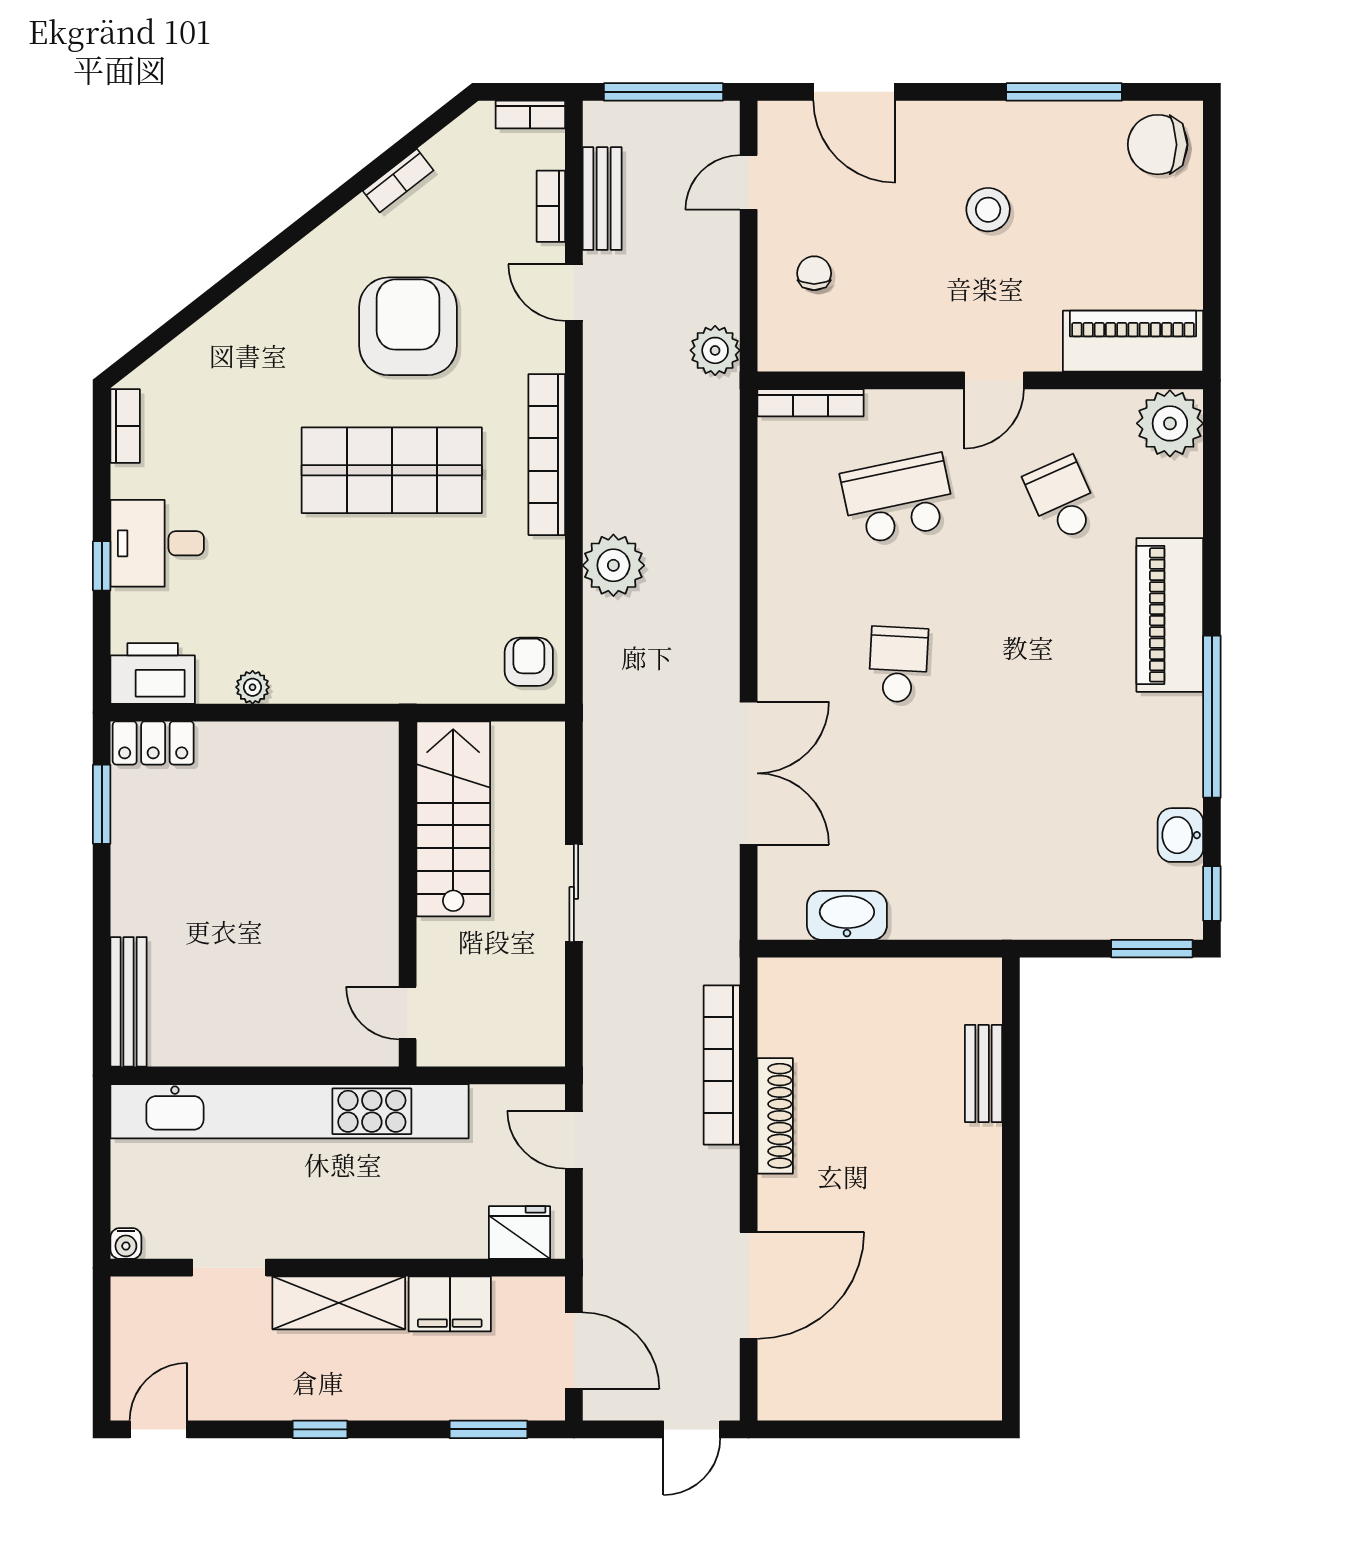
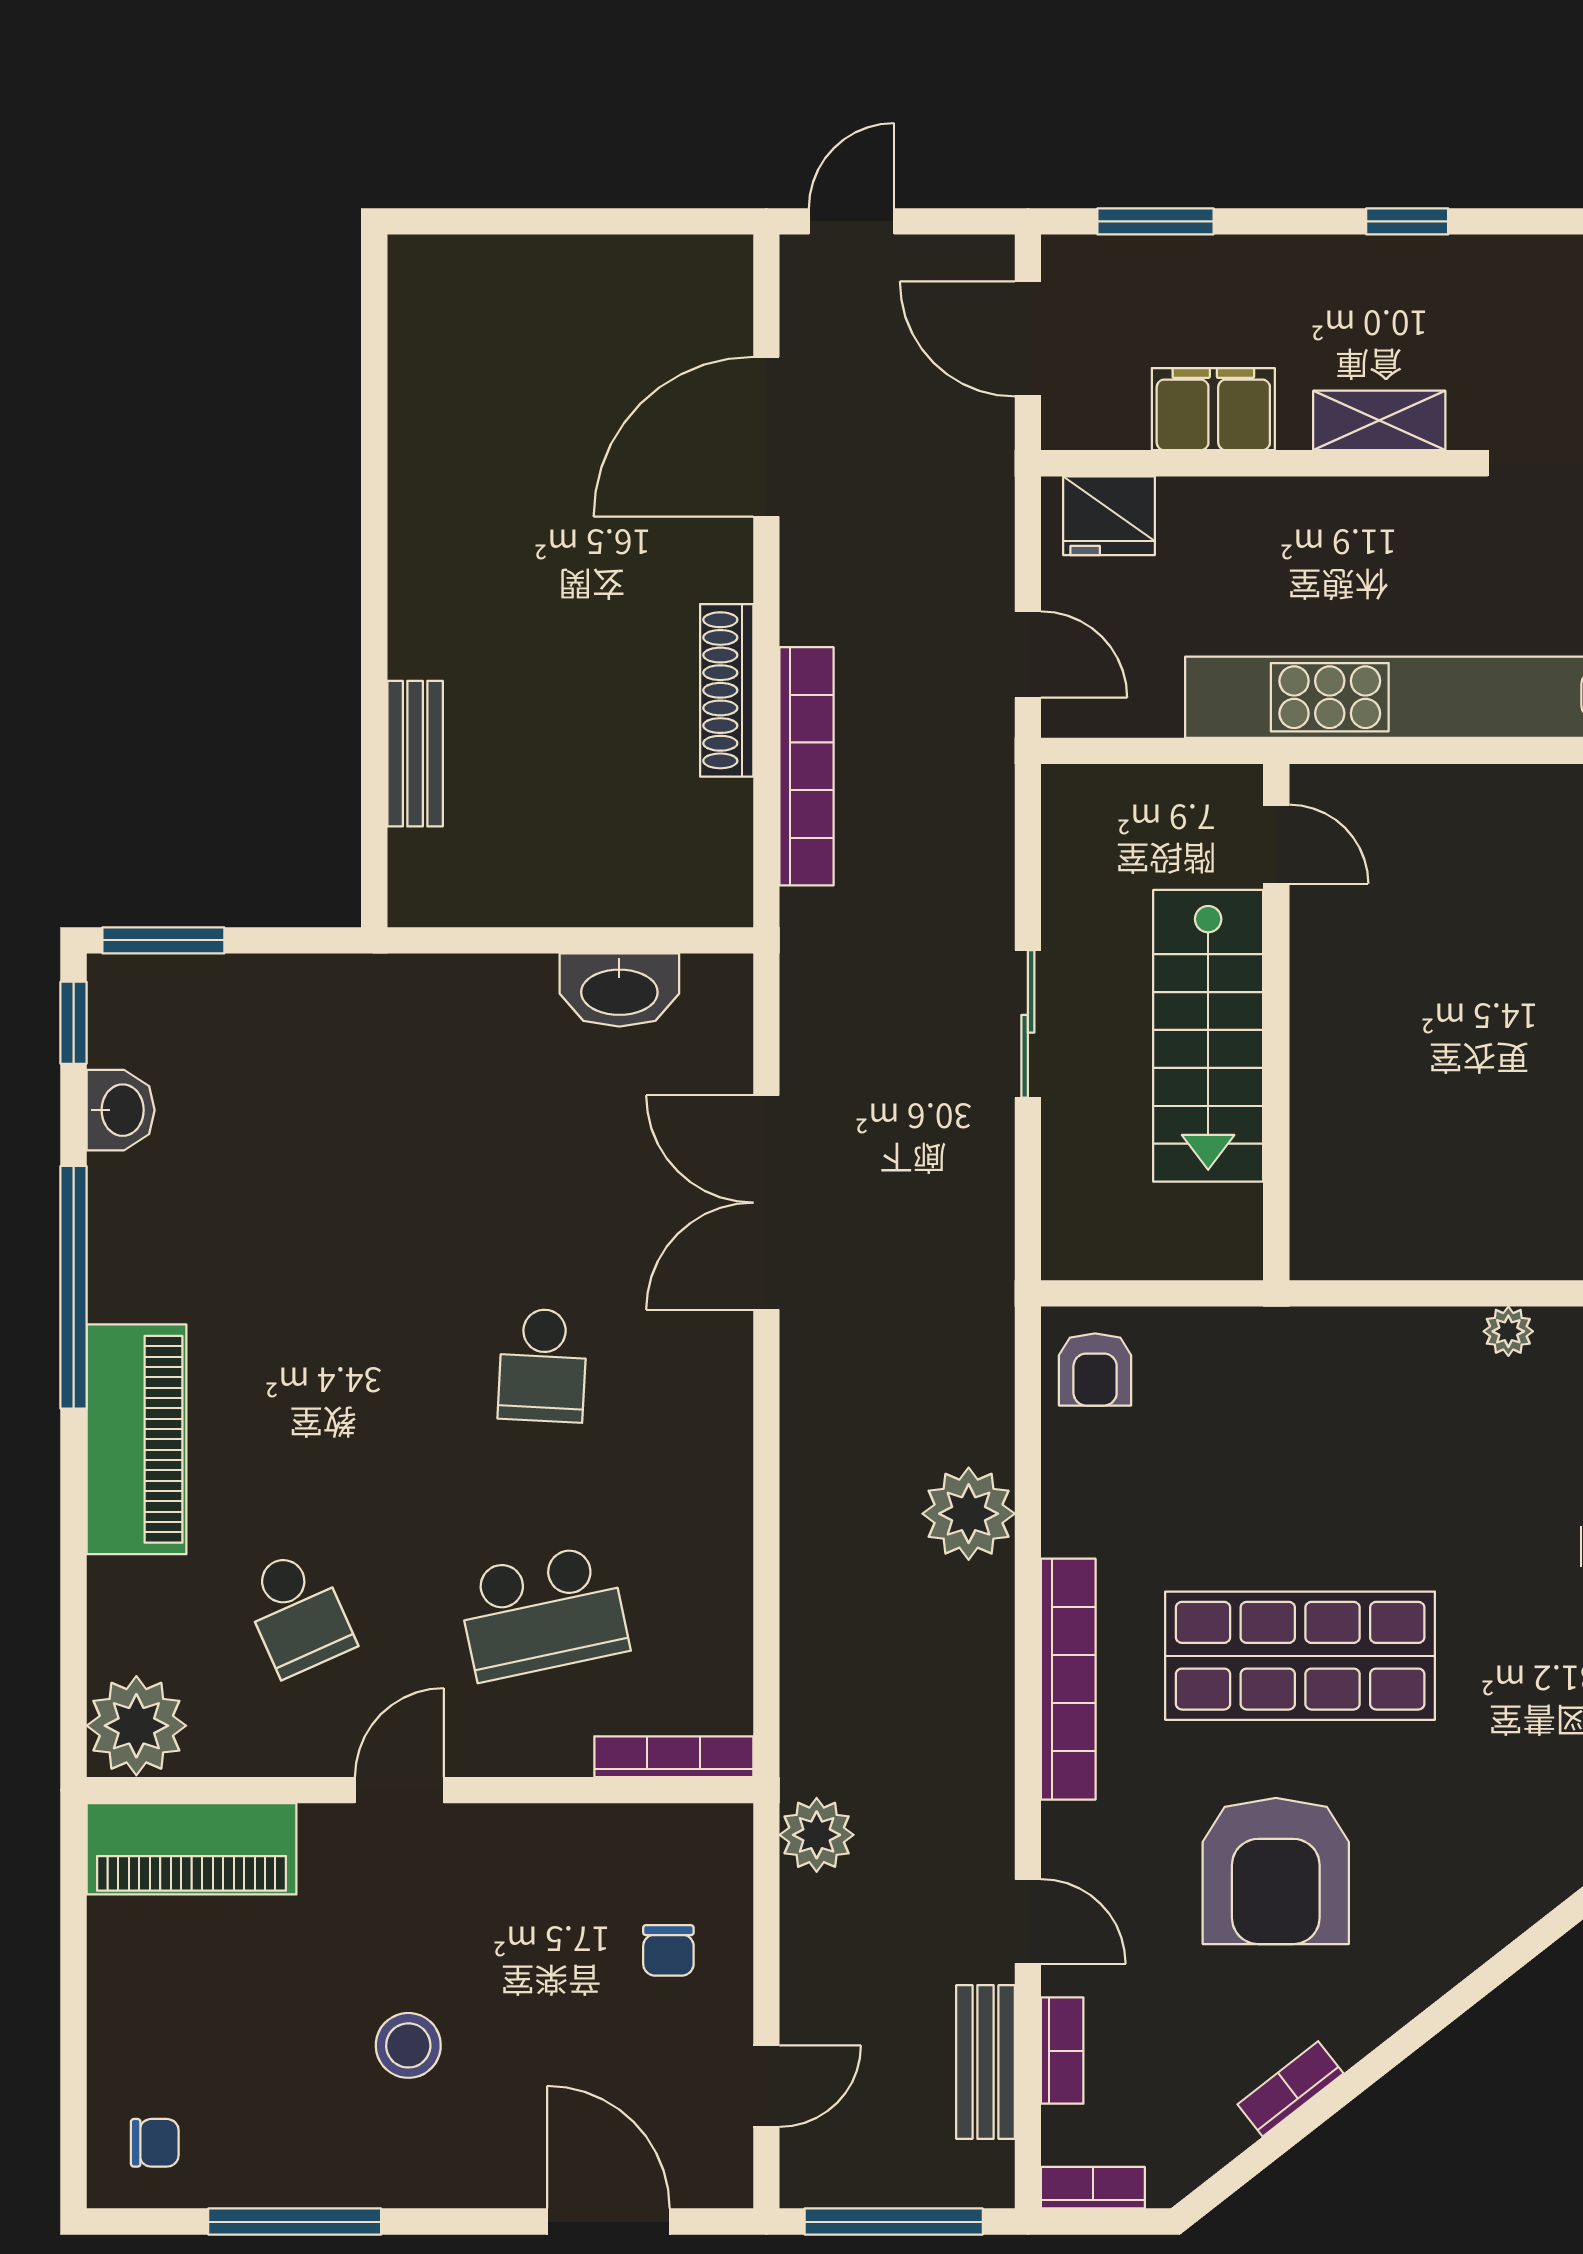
chair: (1158, 145) -> (155, 2143), width x0.54, depth x0.54
stairs: (453, 819) -> (1208, 1036), moved
shelving: (339, 1303) -> (1379, 420), width x0.67, depth x0.75

